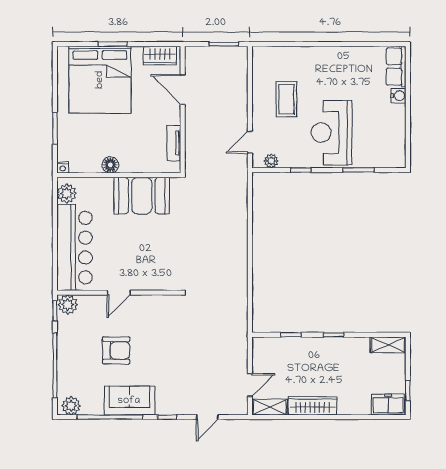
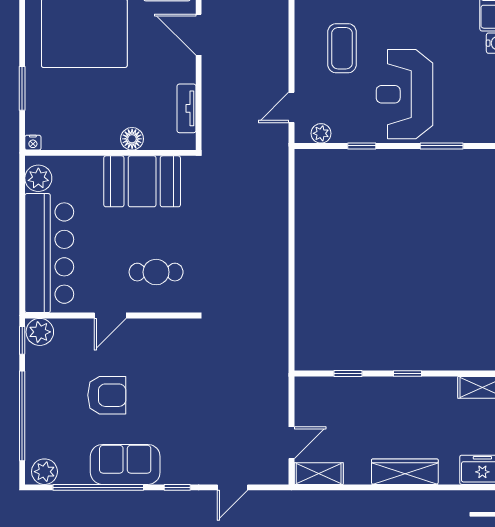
floor lamp: (110, 165) -> (132, 139), moved
cafe table: (152, 261) -> (156, 272), added
wardrobe: (313, 406) -> (405, 472), moved

